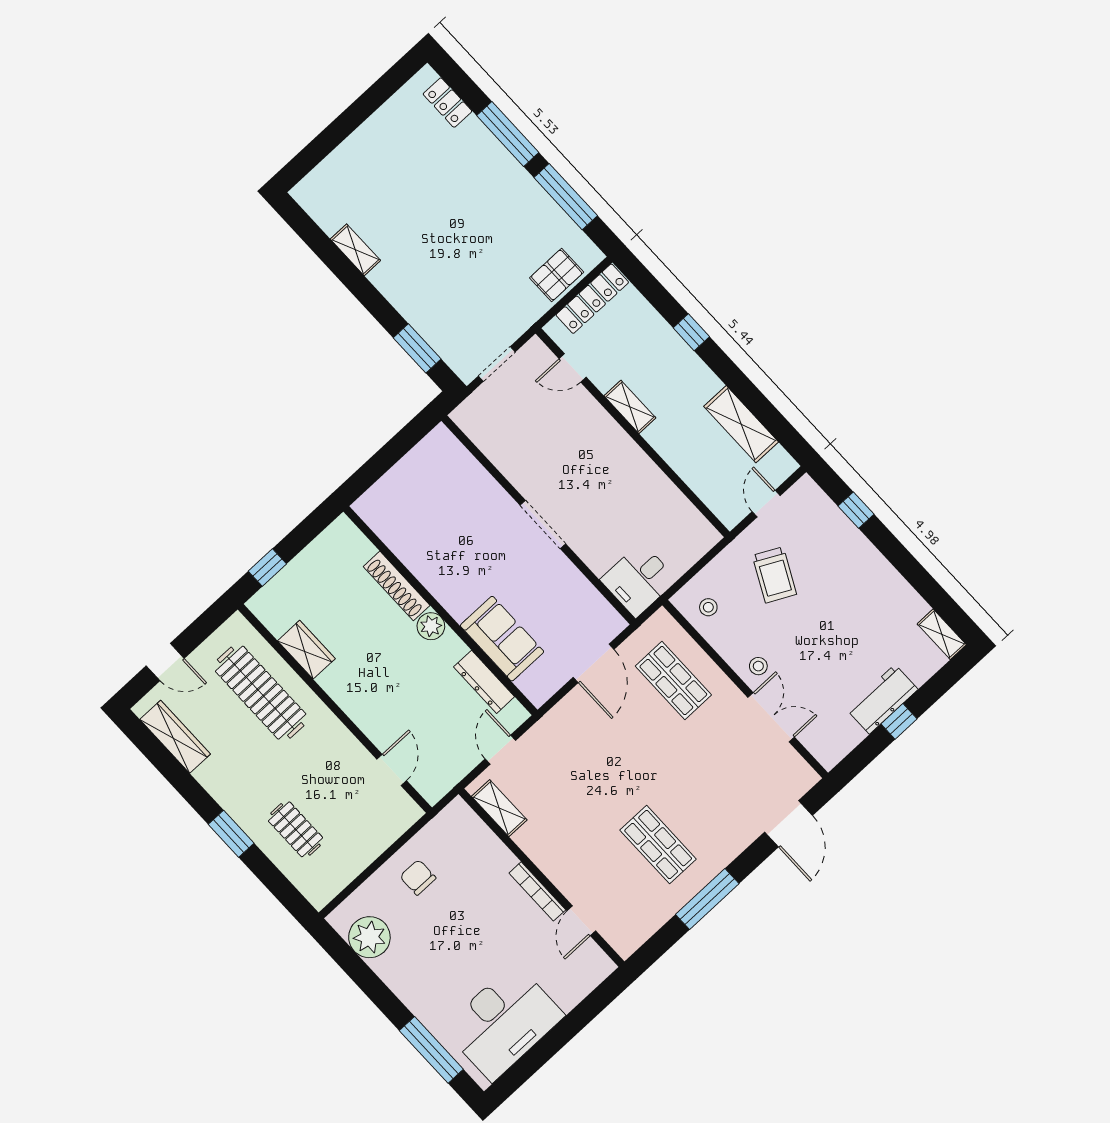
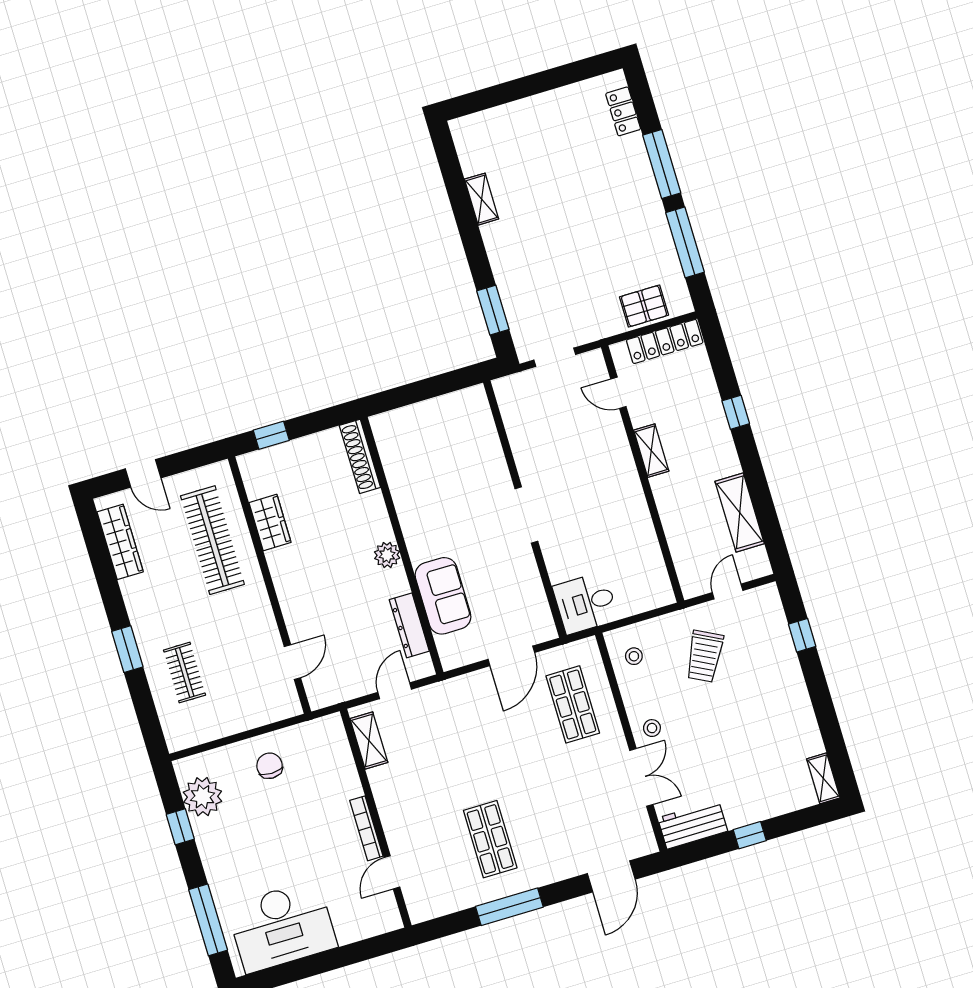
shoe rack: (397, 586) -> (360, 456), moved
workbench: (882, 699) -> (693, 825), moved
window: (363, 976) -> (180, 827), added

